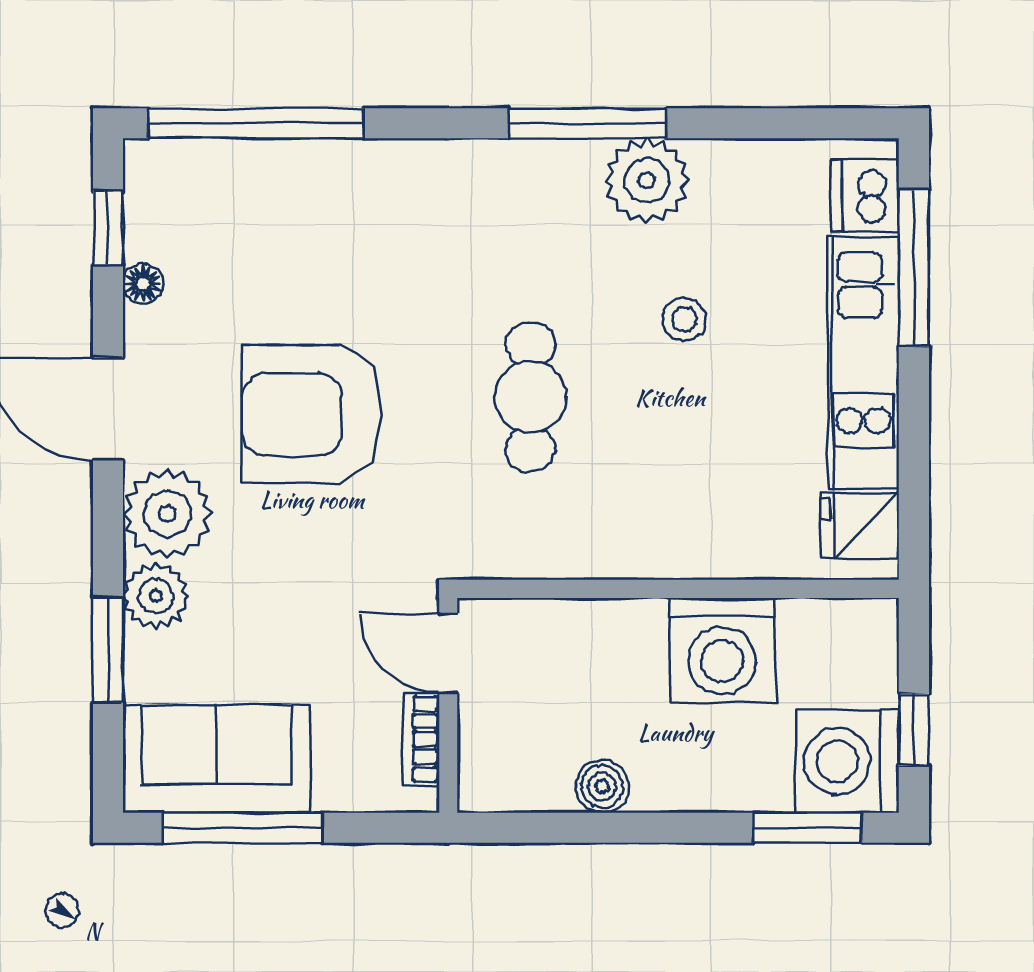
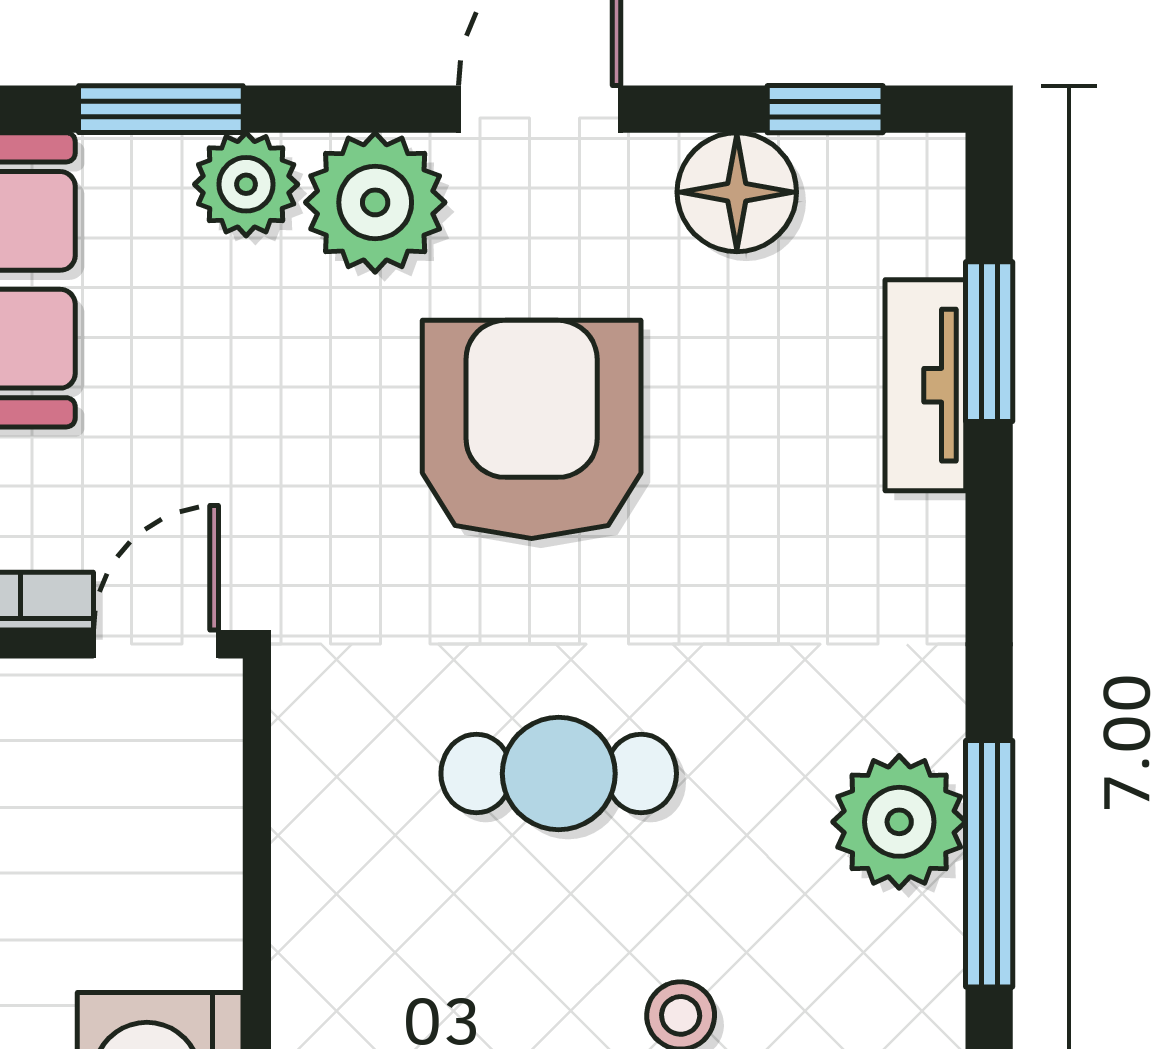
window: (256, 123) -> (989, 342), width x0.47
tv unit: (283, 164) -> (925, 385), added
plant: (647, 180) -> (899, 822), moved
floor lamp: (143, 284) -> (737, 192), width x1.89, depth x1.89

